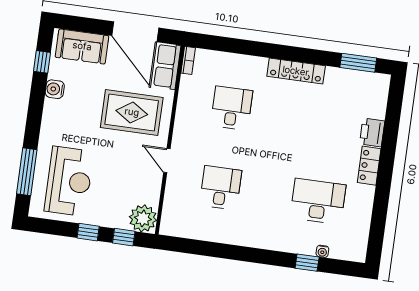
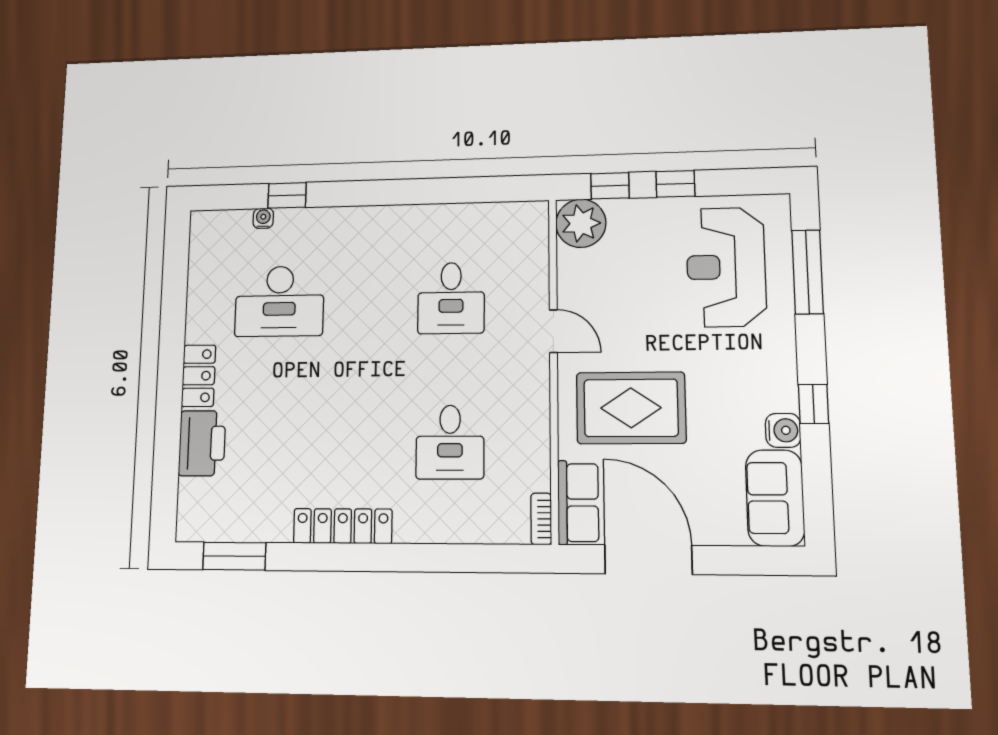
sofa: (82, 46) -> (775, 498), moved, turned -90
window: (42, 62) -> (814, 404), moved
printer: (372, 132) -> (202, 443), width x1.37, depth x1.19

